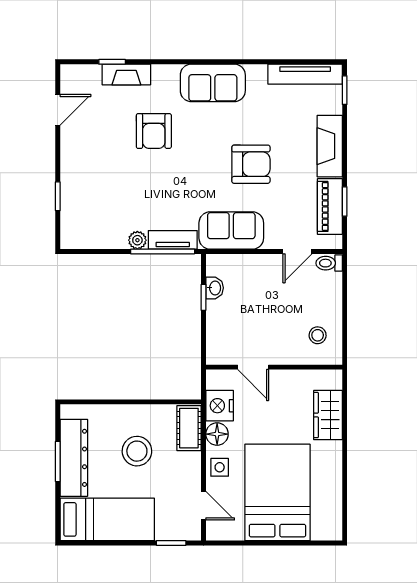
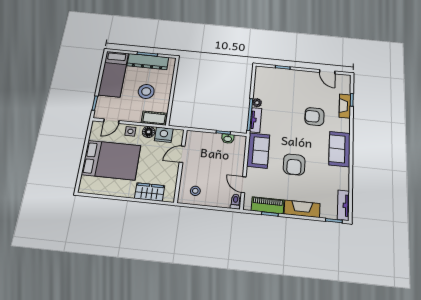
tv unit: (305, 74) -> (343, 205), width x0.71

